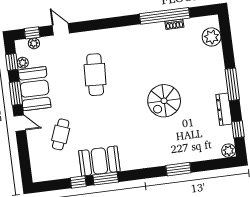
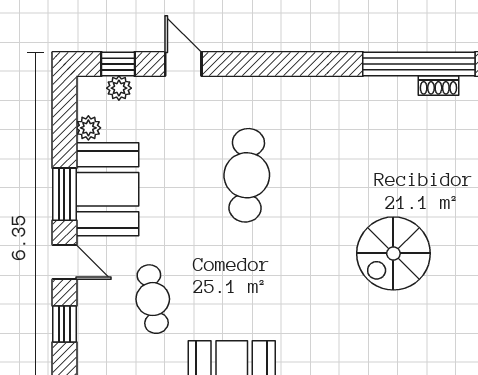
window: (12, 62) -> (64, 324), moved
cafe table: (61, 134) -> (153, 299), turned -30

